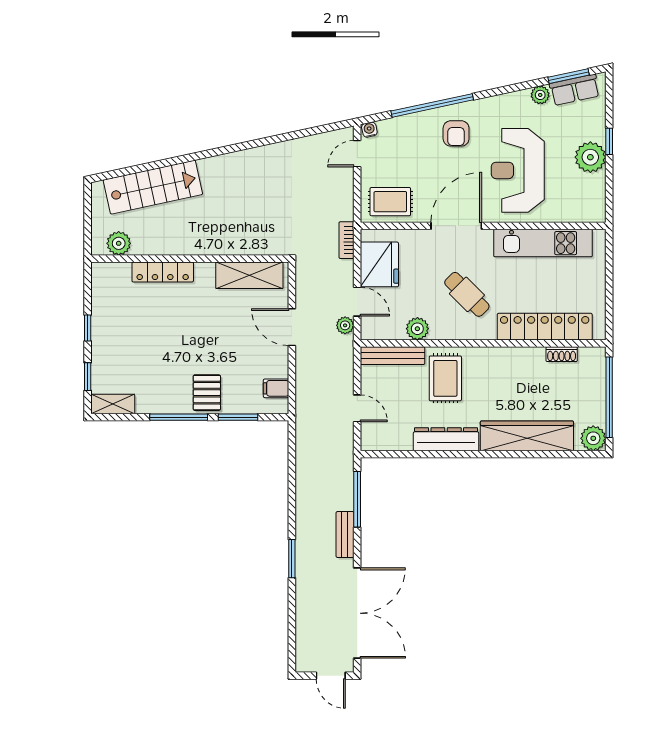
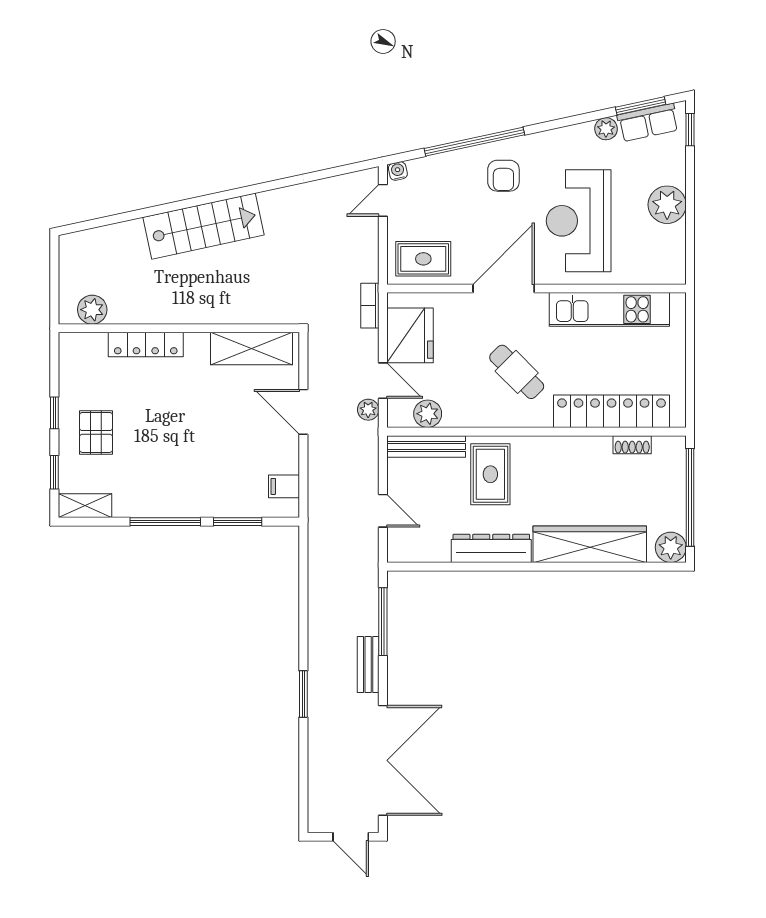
window: (609, 141) -> (690, 130), moved
stairs: (153, 187) -> (203, 226), moved
plant: (417, 329) -> (428, 414), moved
pallet: (207, 393) -> (96, 432), moved

